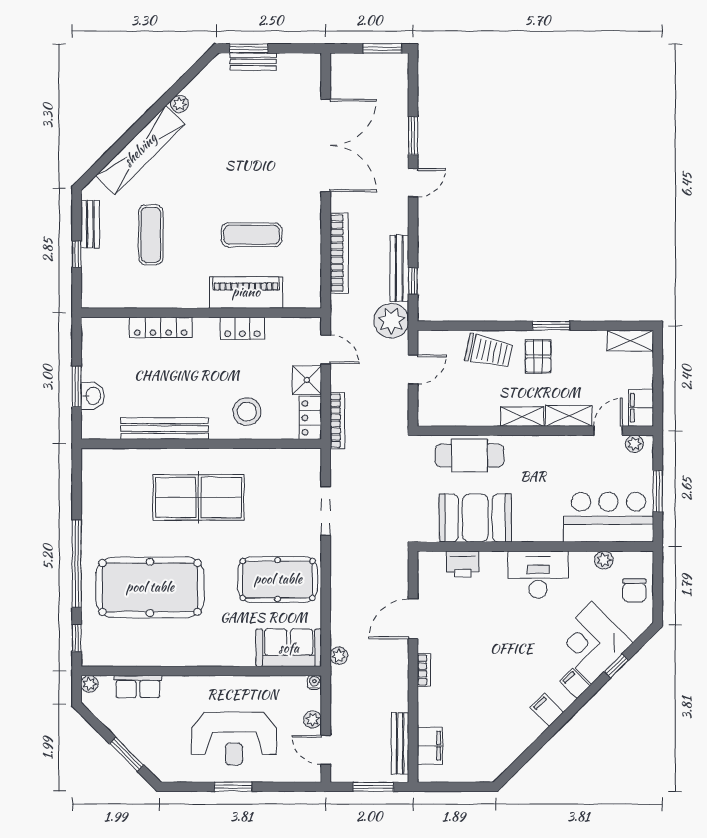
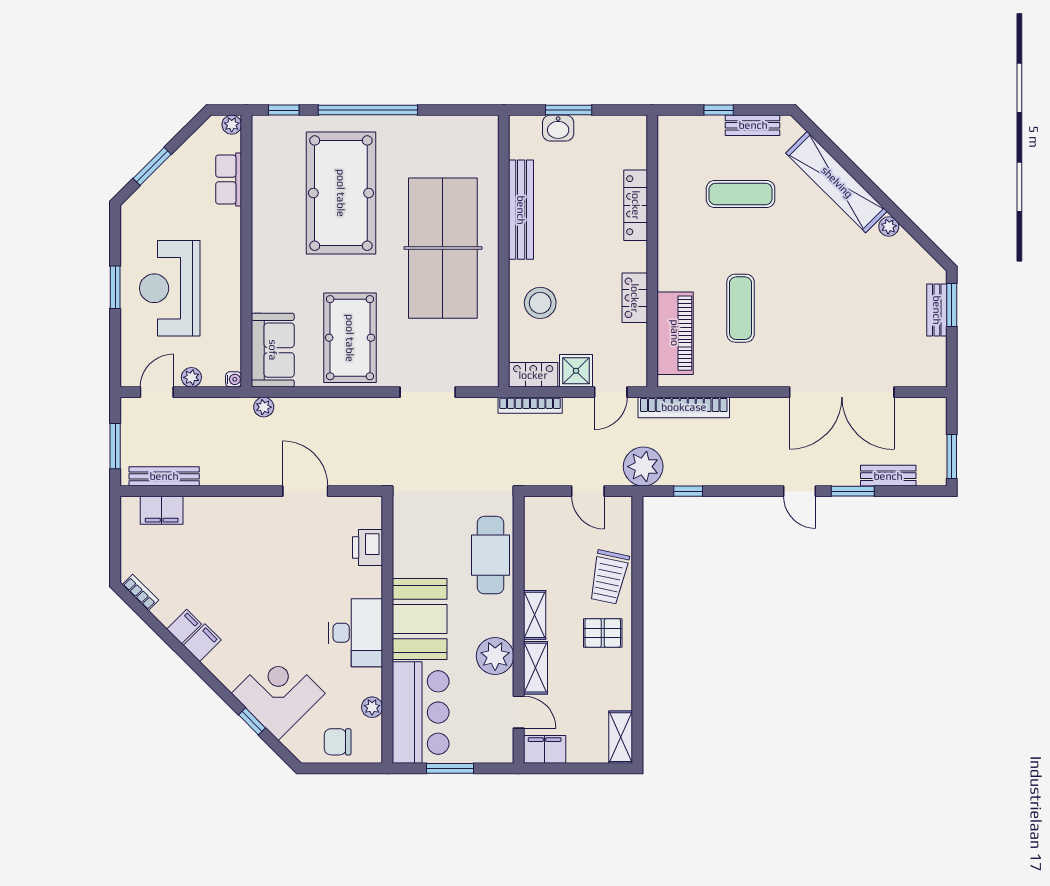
bookcase: (339, 253) -> (684, 407), moved
bench: (399, 268) -> (888, 476), moved, width x0.73
piano: (246, 292) -> (675, 333), moved
window: (551, 326) -> (637, 648), removed
plant: (634, 444) -> (495, 656), moved, width x1.87, depth x1.87
table tennis table: (198, 497) -> (443, 248), width x1.36, depth x1.32
booth: (475, 518) -> (420, 619), moved
bookcase: (424, 670) -> (140, 592), moved, turned -135
filing cabinet: (575, 684) -> (184, 627), moved

